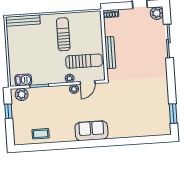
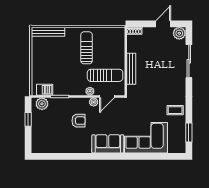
armchair: (60, 109) -> (79, 121), added
corner sofa: (130, 122) -> (146, 138), added
coffee table: (41, 134) -> (175, 110), moved

